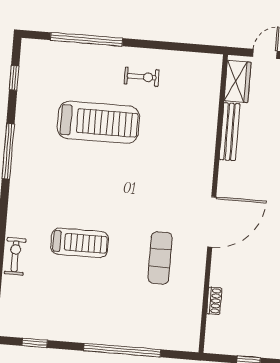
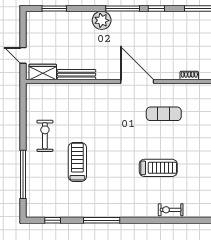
exercise bike: (142, 77) -> (45, 136), width x1.38, depth x1.39
treadmill: (98, 122) -> (77, 162), width x0.73, depth x0.73
treadmill: (80, 243) -> (158, 168), turned 90

